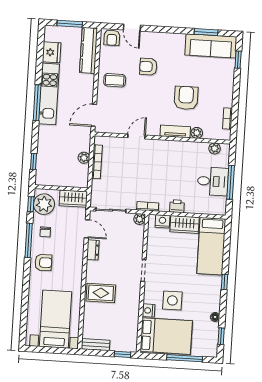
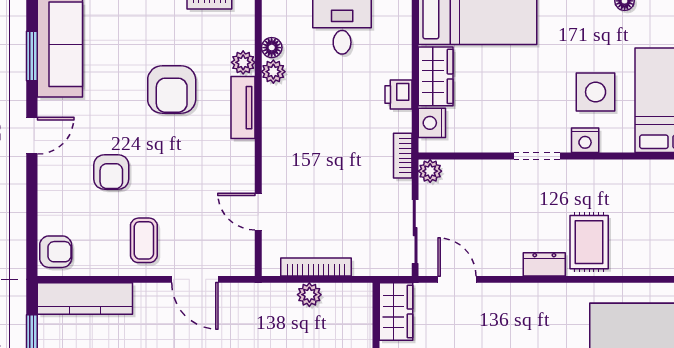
door: (132, 28) -> (32, 136), moved
armchair: (186, 98) -> (172, 90), turned -90
door: (94, 115) -> (195, 279), moved
door: (136, 136) -> (258, 212), moved
floor lamp: (203, 147) -> (272, 48), added
plant: (215, 148) -> (273, 72), moved
door: (87, 229) -> (457, 279), hinge flipped
dresser: (93, 250) -> (544, 264), moved
nightstand: (149, 310) -> (585, 140), moved

